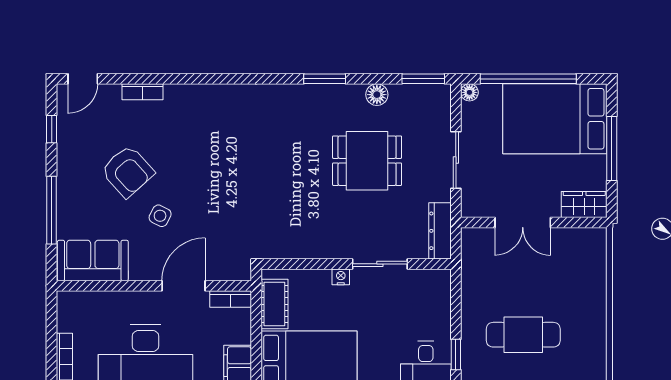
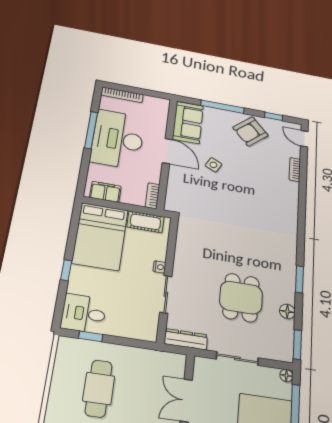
armchair: (128, 171) -> (250, 131), moved
door: (184, 286) -> (167, 151), moved

